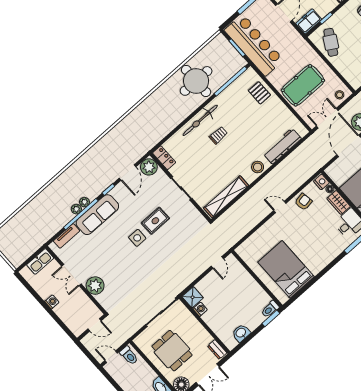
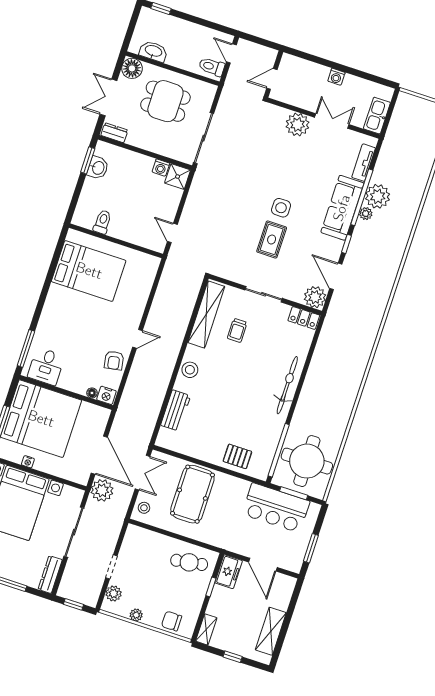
cafe table: (331, 42) -> (189, 562), turned -39
bar counter: (254, 45) -> (276, 508), width x0.73
round table: (196, 81) -> (307, 461), moved
trolley: (218, 135) -> (237, 330), moved
workbench: (282, 146) -> (176, 410), width x0.73
wardrobe: (339, 202) -> (73, 383), removed
plant: (76, 209) -> (378, 196), width x1.88, depth x1.88
toilet: (270, 309) -> (102, 222), moved
window: (271, 318) -> (88, 160), moved
door: (111, 357) -> (231, 53), swing flipped

